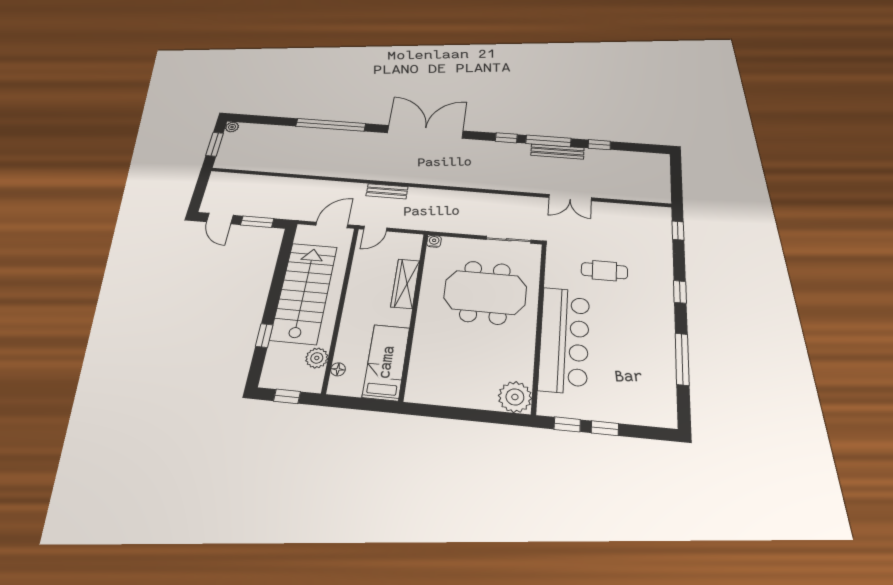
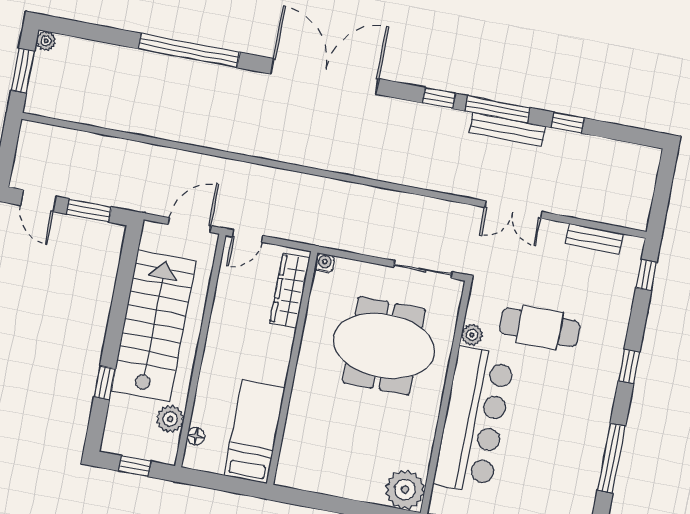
bench: (387, 191) -> (594, 239), moved
cafe table: (604, 271) -> (540, 327), width x1.37, depth x1.35
plant: (553, 280) -> (472, 335), added
wardrobe: (405, 284) -> (290, 290), moved

